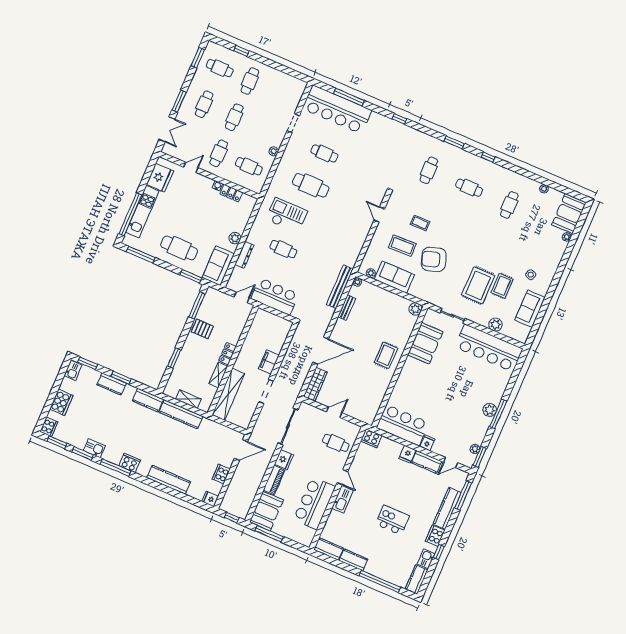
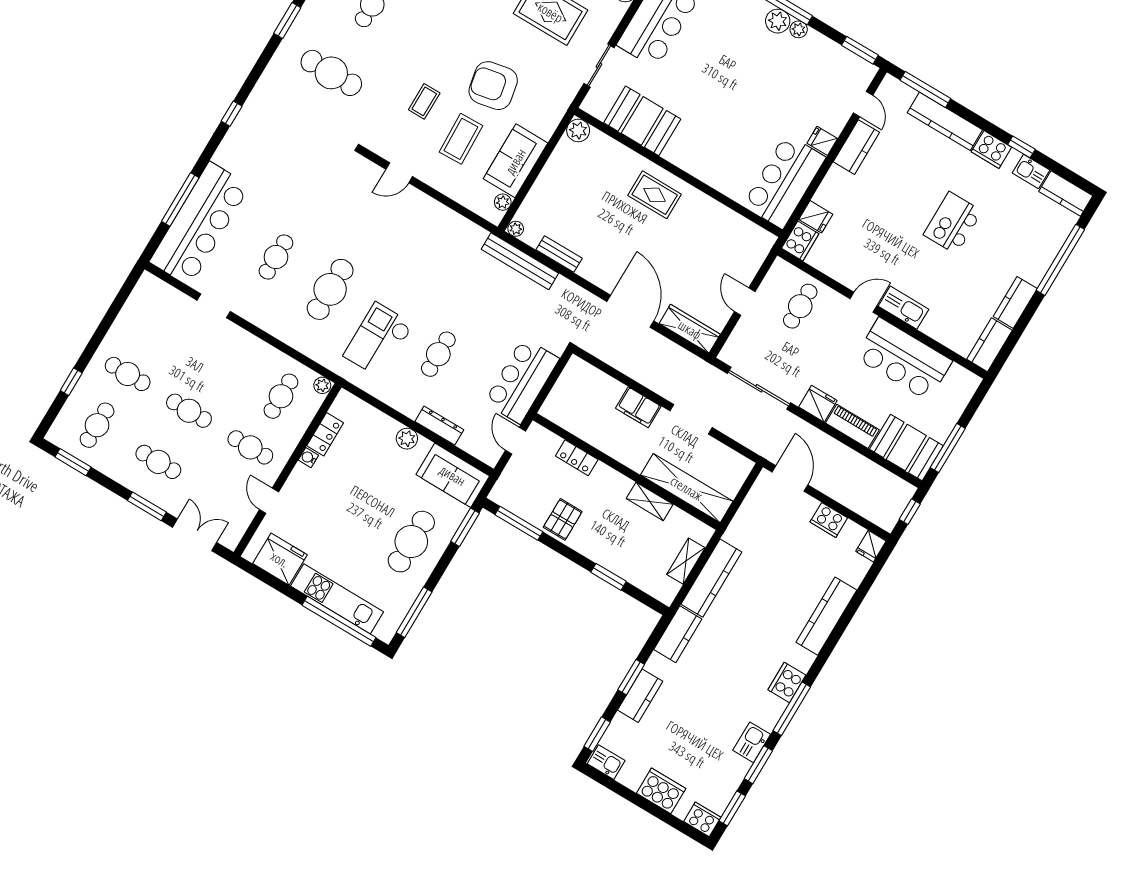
plant: (274, 151) -> (322, 385), moved
cafe table: (429, 170) -> (331, 73), width x1.37, depth x1.35
armchair: (434, 259) -> (493, 86), turned 97
locker: (228, 354) -> (577, 458), moved
plant: (475, 449) -> (799, 29), moved
fridge: (407, 454) -> (816, 217), moved

